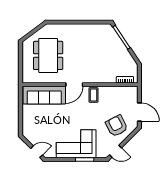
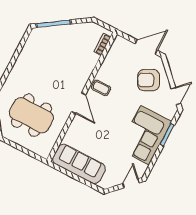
sofa: (44, 95) -> (79, 164), moved, turned -90

